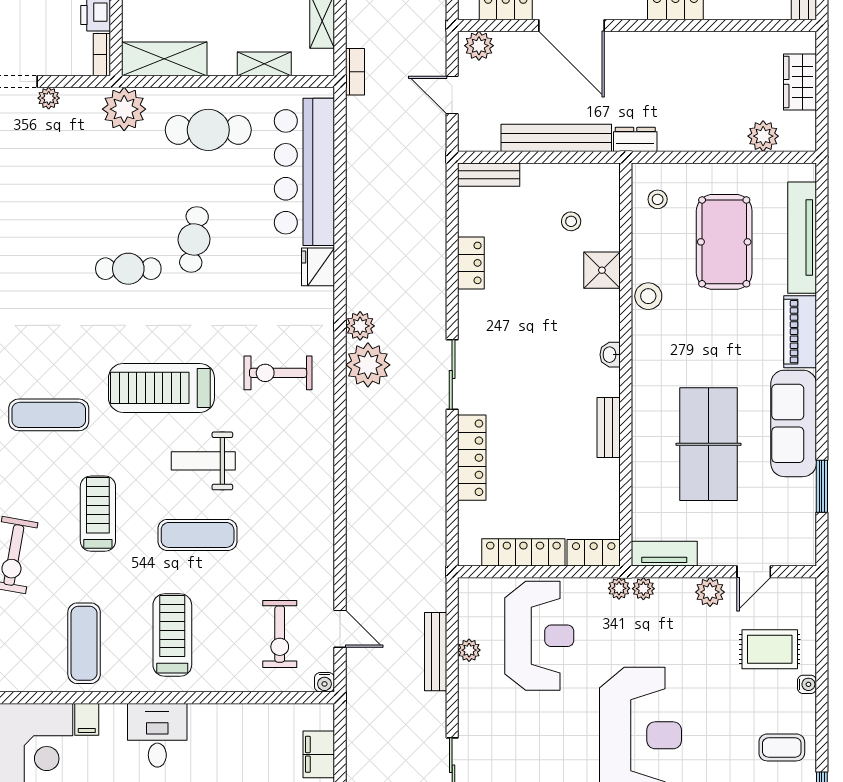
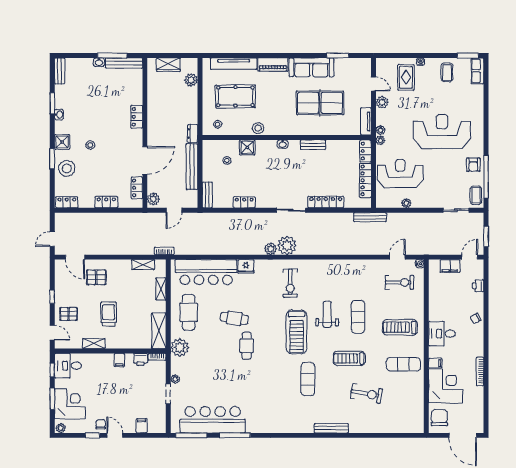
weight bench: (203, 461) -> (327, 314), turned 180
bench: (436, 652) -> (370, 217), moved

